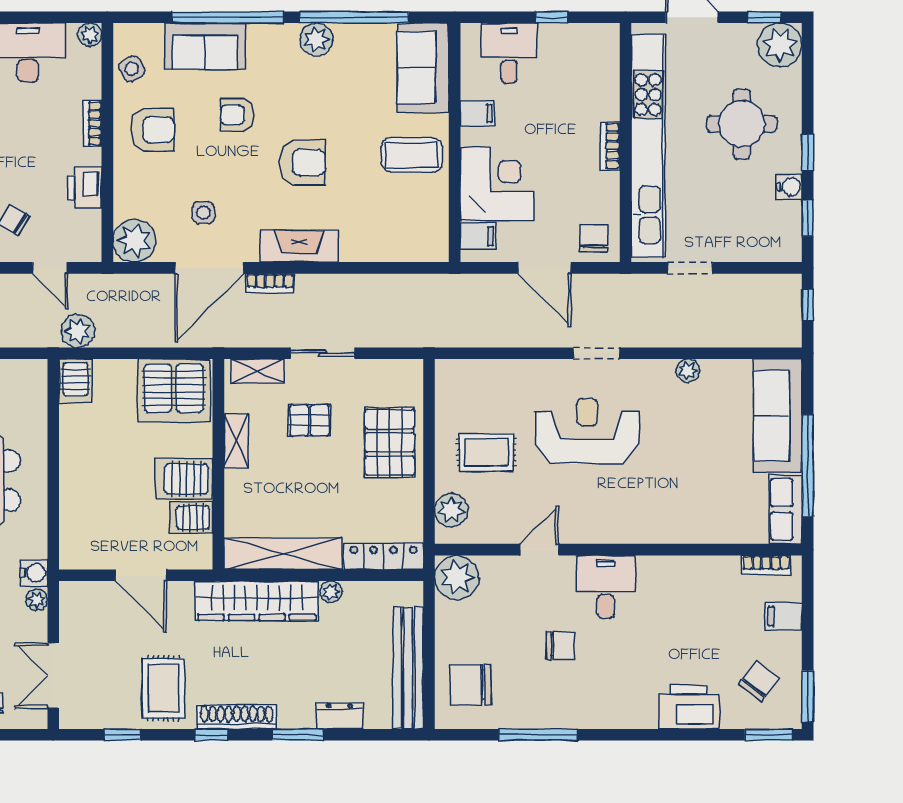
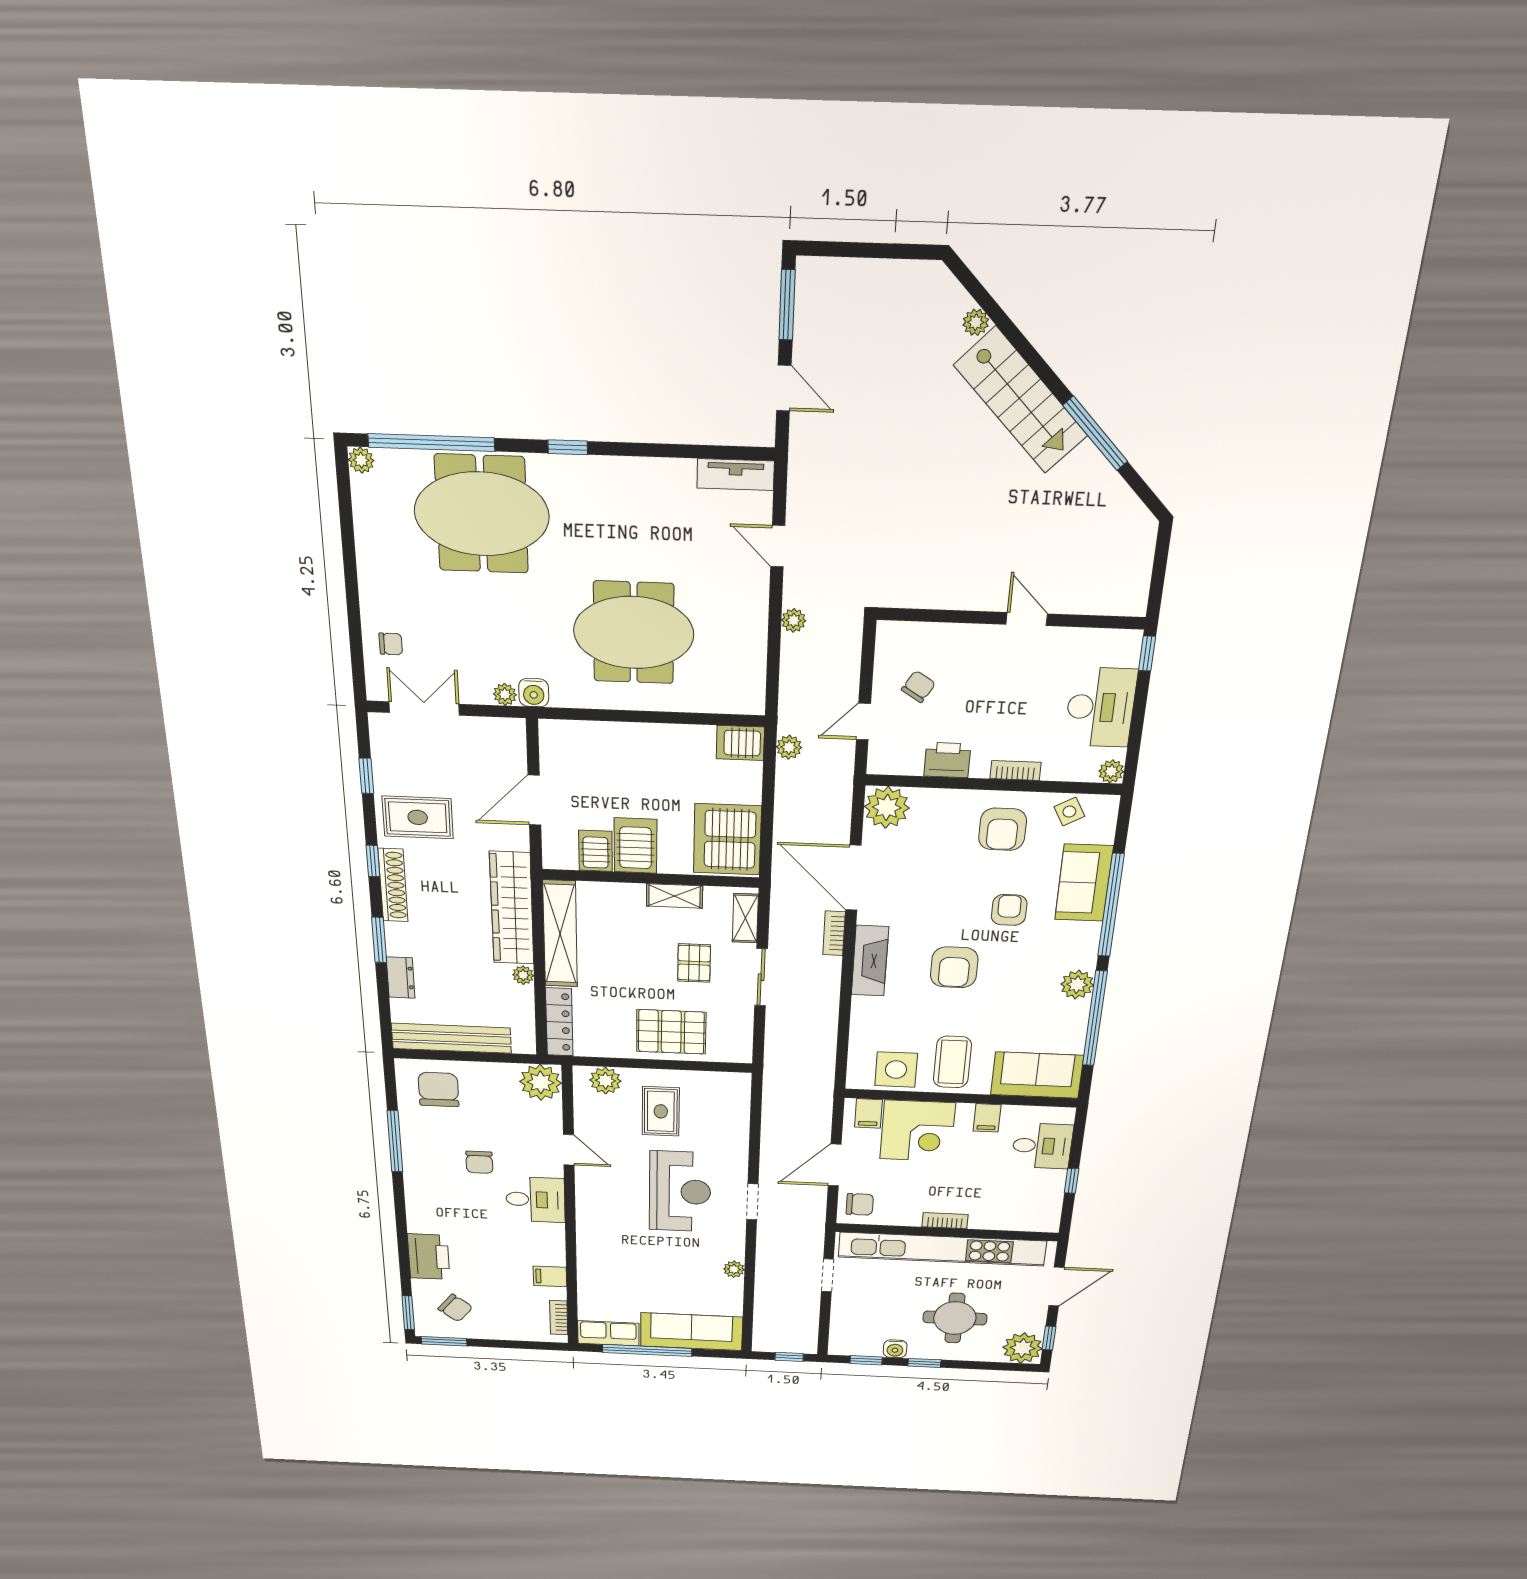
side table: (203, 213) -> (896, 1070), moved, width x1.87, depth x1.87
plant: (78, 331) -> (789, 747), width x0.73, depth x0.73
filing cabinet: (784, 616) -> (550, 1276), moved, turned -90

